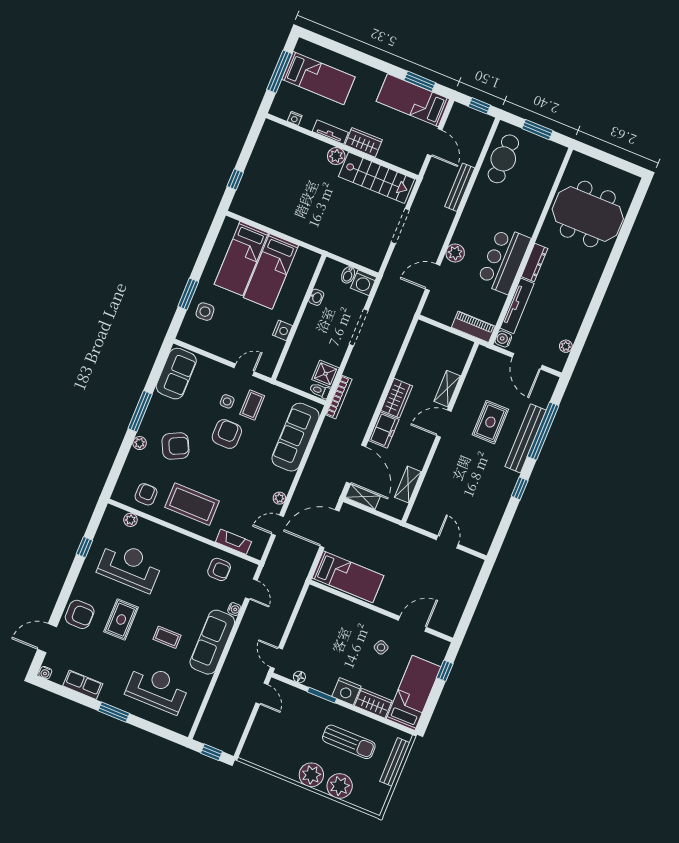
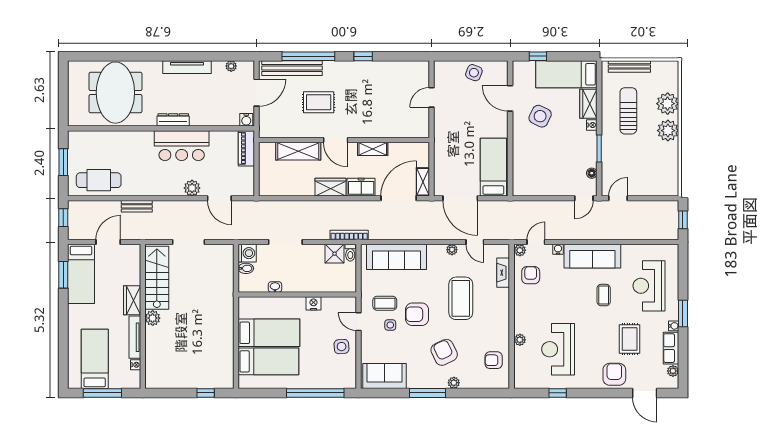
tv unit: (330, 132) -> (135, 337), width x1.41
bench: (460, 187) -> (137, 206), width x0.73
window: (188, 294) -> (315, 393), width x2.11
tv unit: (517, 306) -> (187, 67), moved, turned 180
side table: (205, 312) -> (342, 347), moved
shelving: (447, 389) -> (298, 151), width x1.50, depth x1.33
bench: (526, 438) -> (292, 68), moved
shelving: (408, 484) -> (373, 149), moved
coffee table: (192, 504) -> (461, 298), moved
plant: (130, 520) -> (520, 340), moved
plant: (250, 569) -> (520, 250), added
side table: (455, 597) -> (474, 73), added
rug: (121, 620) -> (630, 339), moved, turned 90
side table: (381, 647) -> (540, 116), width x1.87, depth x1.87
water cooler: (45, 673) -> (674, 326), moved
plant: (58, 677) -> (673, 371), added
nightstand: (346, 691) -> (592, 125), width x0.53, depth x0.56

